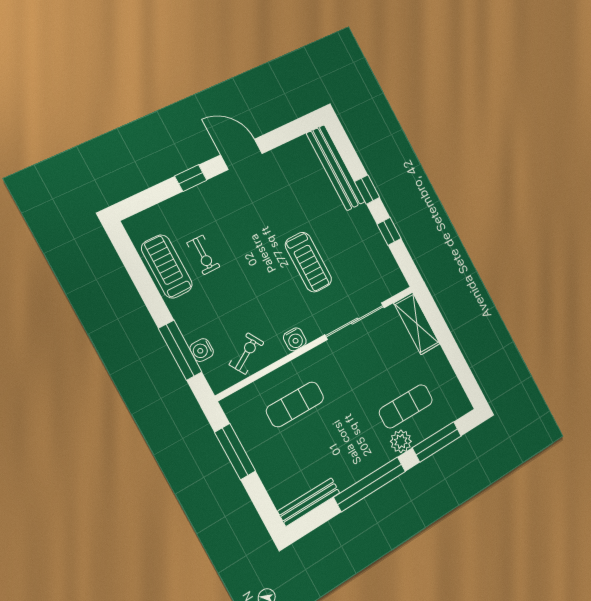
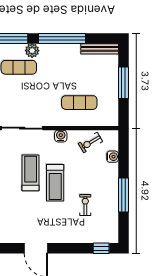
window: (191, 178) -> (101, 248), moved
treadmill: (167, 266) -> (55, 183), moved
window: (180, 350) -> (123, 195), moved
window: (235, 452) -> (123, 83), moved

